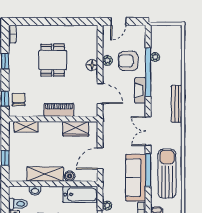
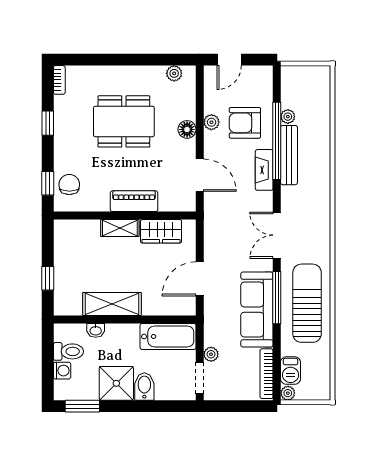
plant: (84, 30) -> (174, 73), added
dining table: (53, 60) -> (124, 121), width x1.38
bench: (177, 104) -> (289, 155), moved
shelving: (26, 127) -> (120, 228), moved
boiler: (70, 176) -> (151, 307), removed

